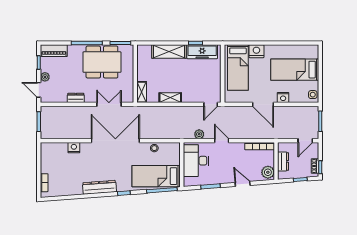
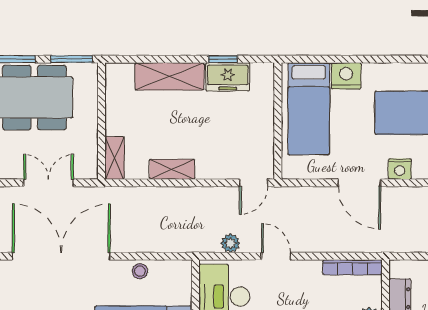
freezer: (202, 52) -> (228, 77), width x0.71

